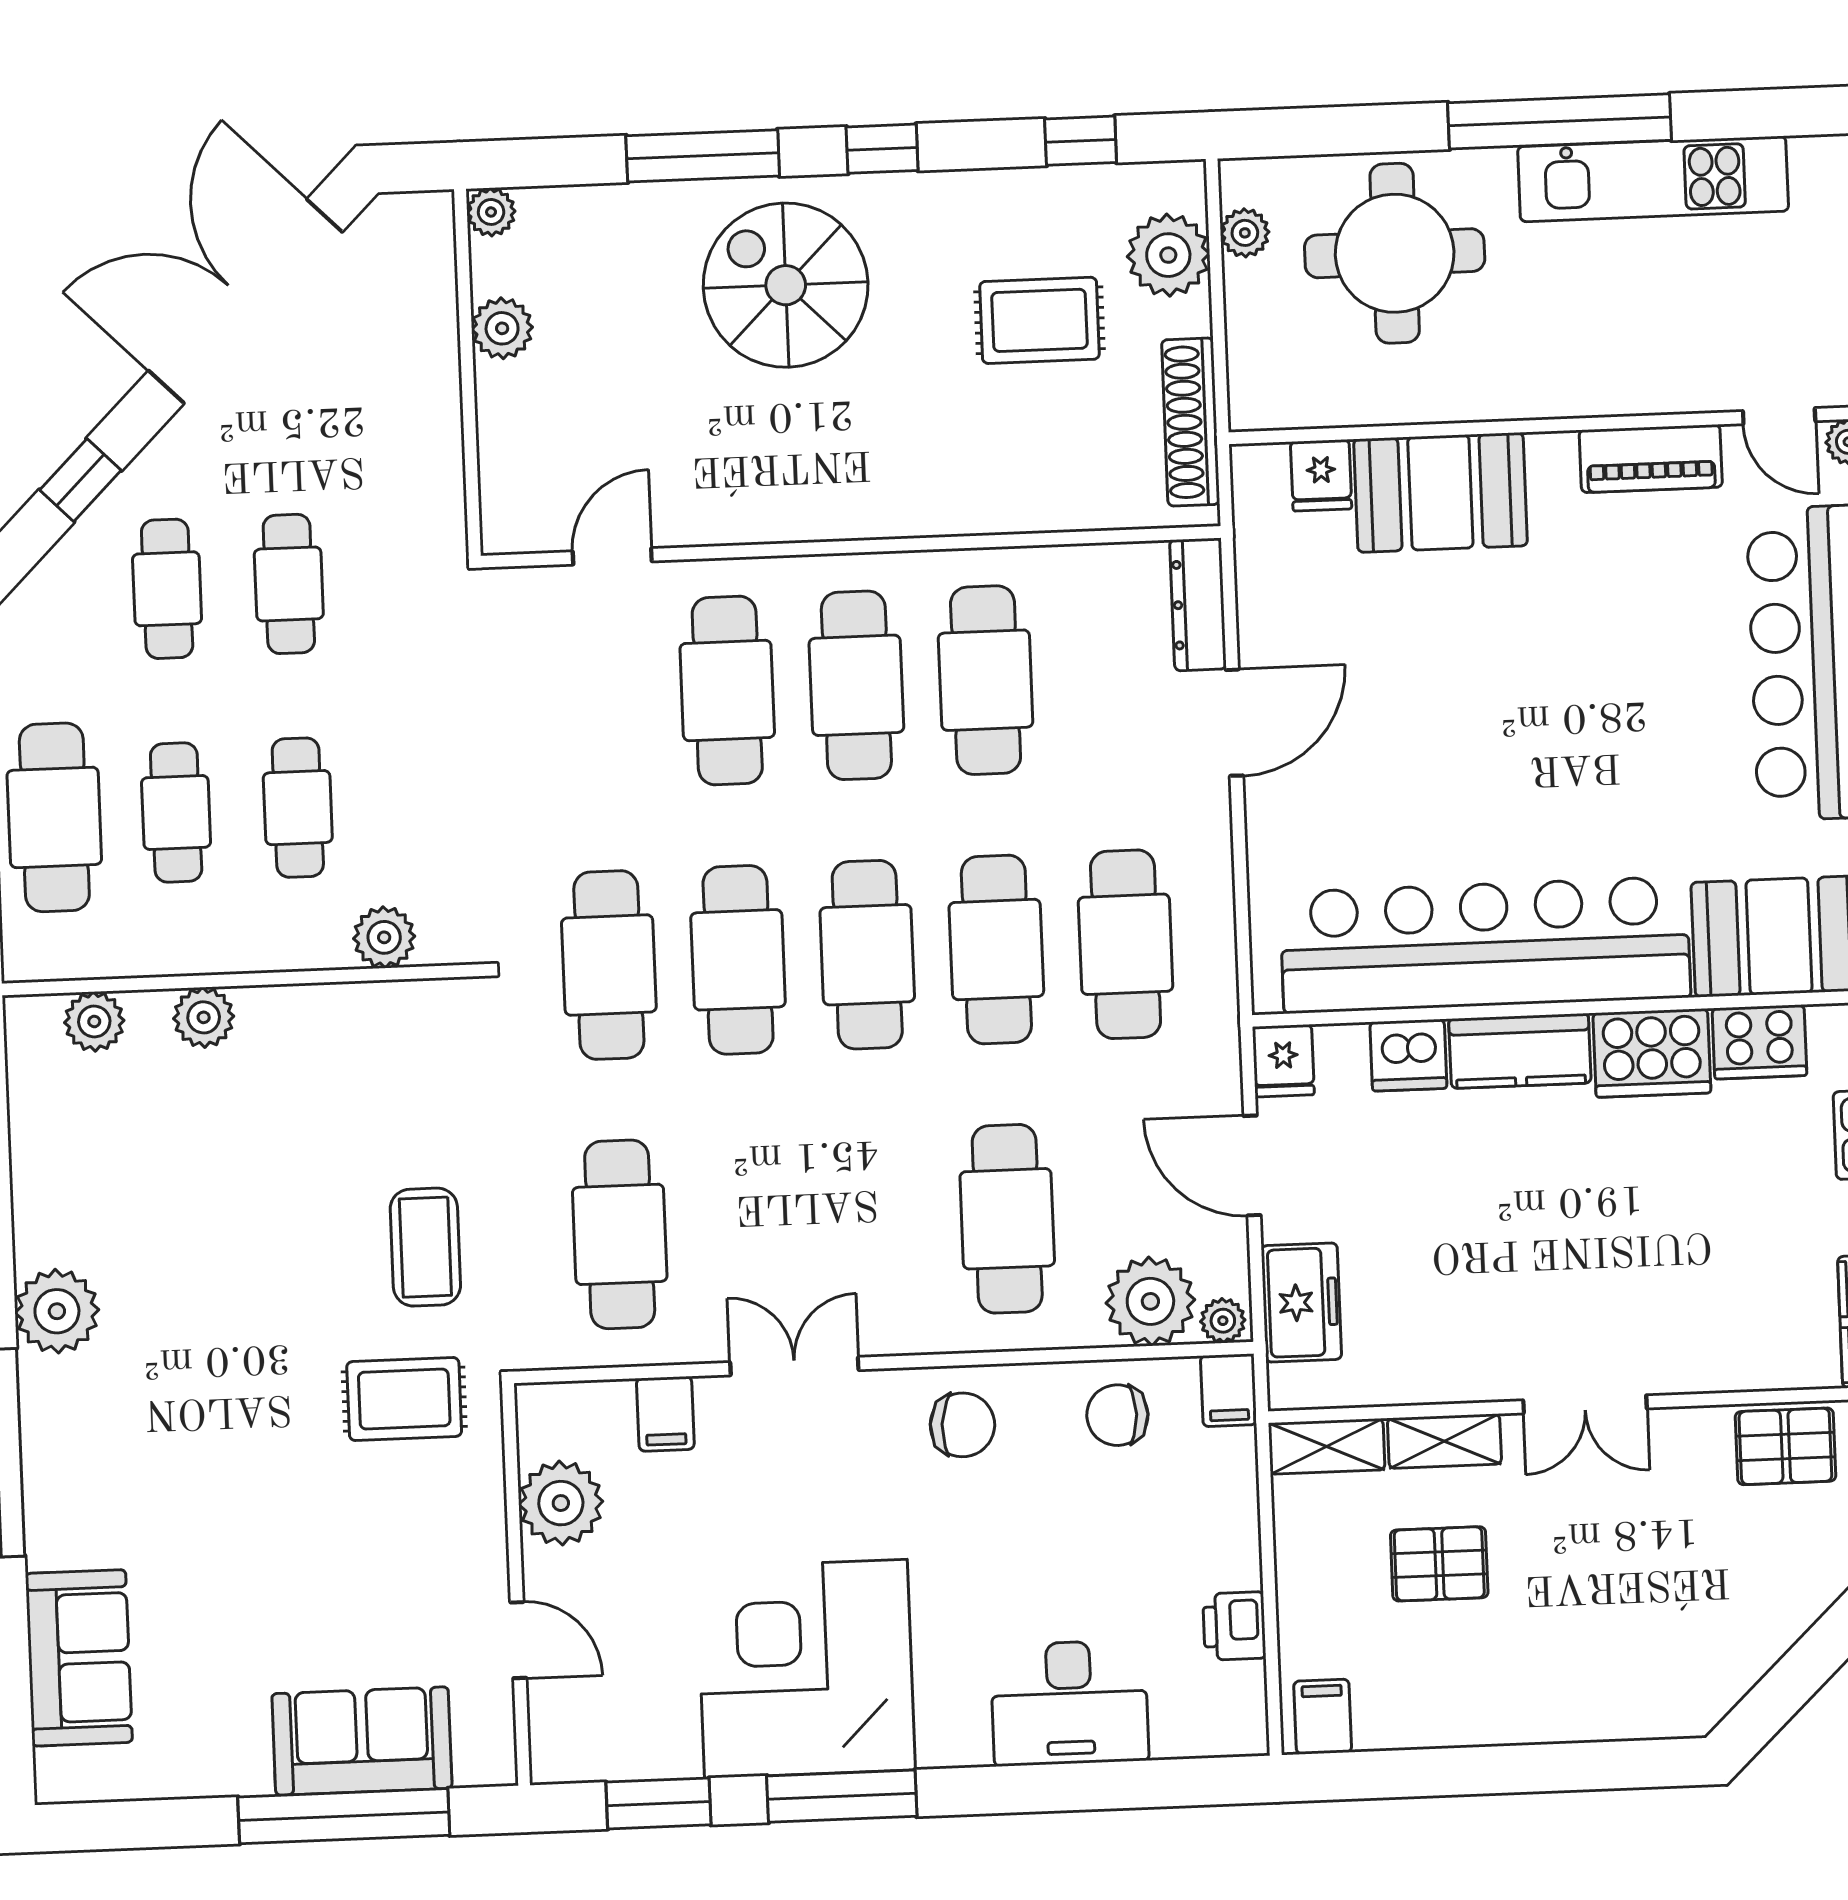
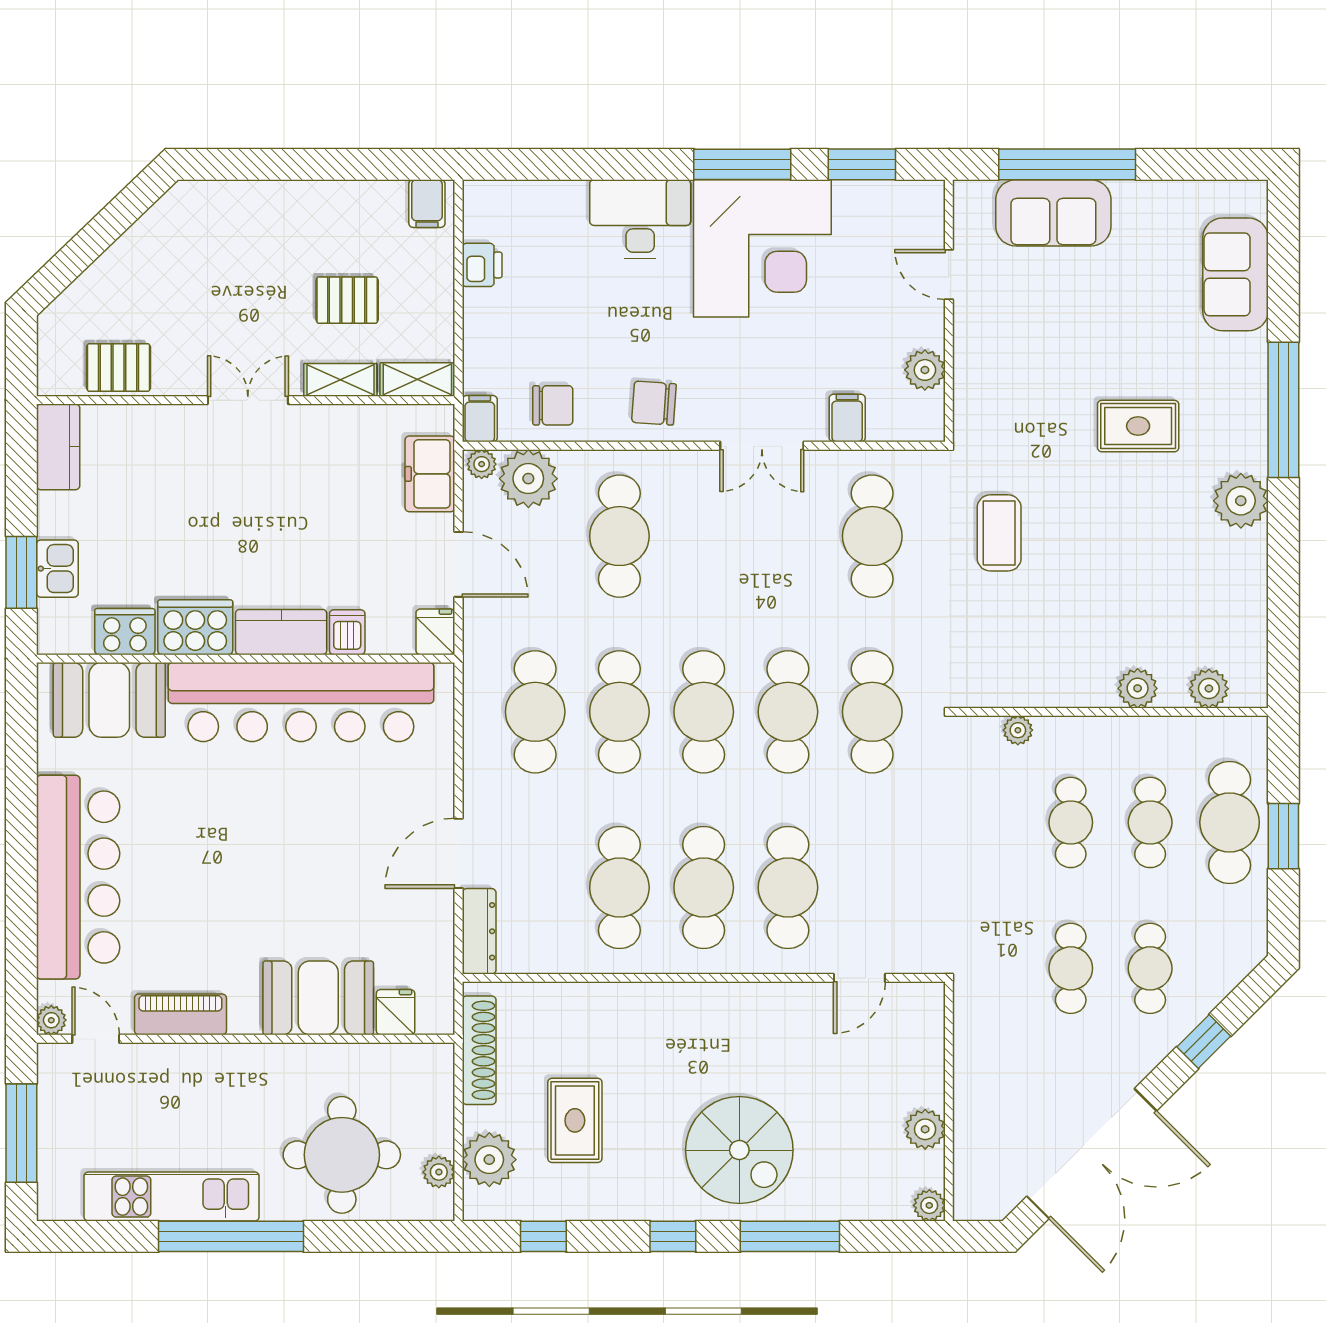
rug: (1040, 320) -> (575, 1120), turned 90
plant: (384, 937) -> (1018, 730), width x0.73, depth x0.73
dishwasher: (1408, 1055) -> (347, 632), width x0.73
rug: (404, 1399) -> (1138, 426), moved
plant: (561, 1503) -> (925, 370), width x0.73, depth x0.73
desk: (1070, 1703) -> (640, 219), moved

